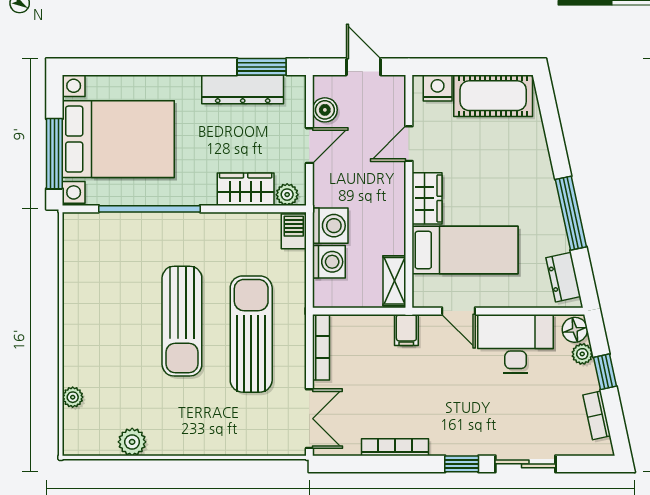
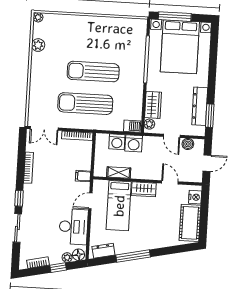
shelving: (394, 281) -> (119, 173), moved
sun lounger: (251, 334) -> (85, 104), turned 180
plant: (73, 397) -> (38, 17), moved

